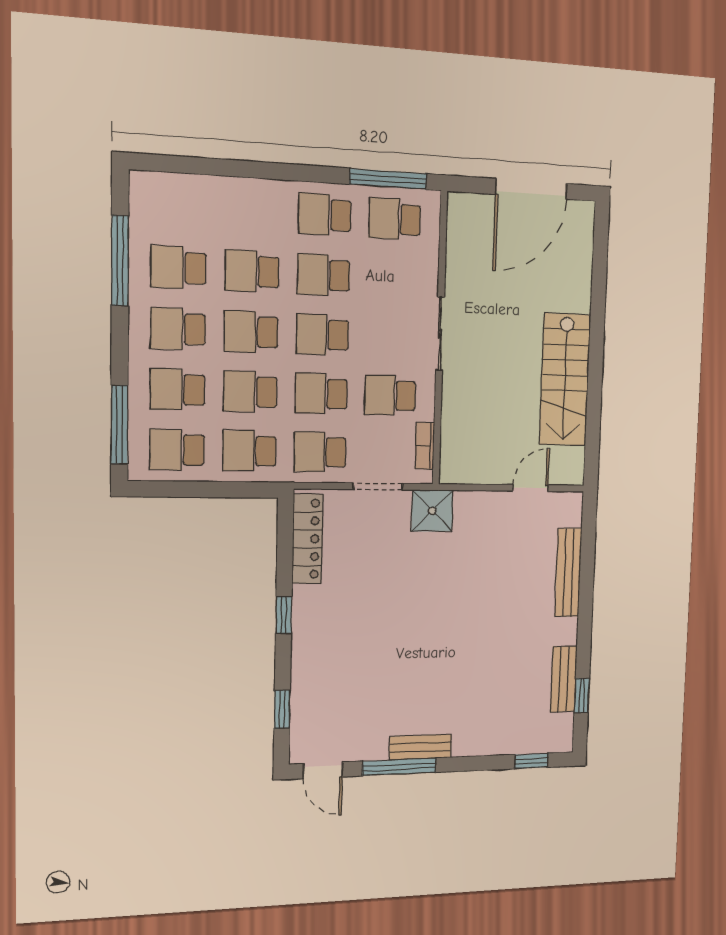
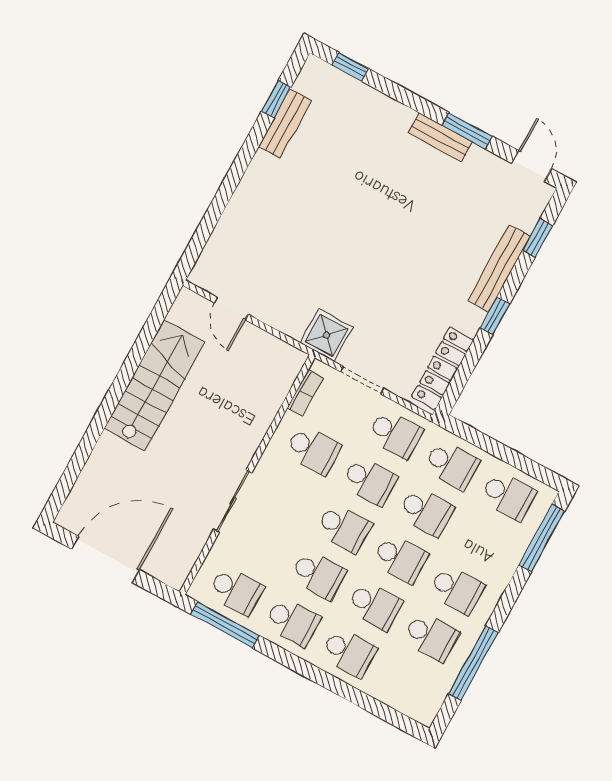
sliding door: (440, 334) -> (233, 501), moved
school desk: (177, 390) -> (349, 652), moved
door: (530, 488) -> (231, 309), hinge flipped
bench: (568, 573) -> (499, 268), moved
window: (399, 767) -> (467, 131), width x0.69

